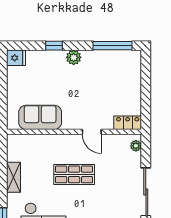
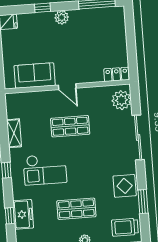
door: (92, 132) -> (67, 87), moved
plant: (136, 146) -> (121, 100), width x1.88, depth x1.88

